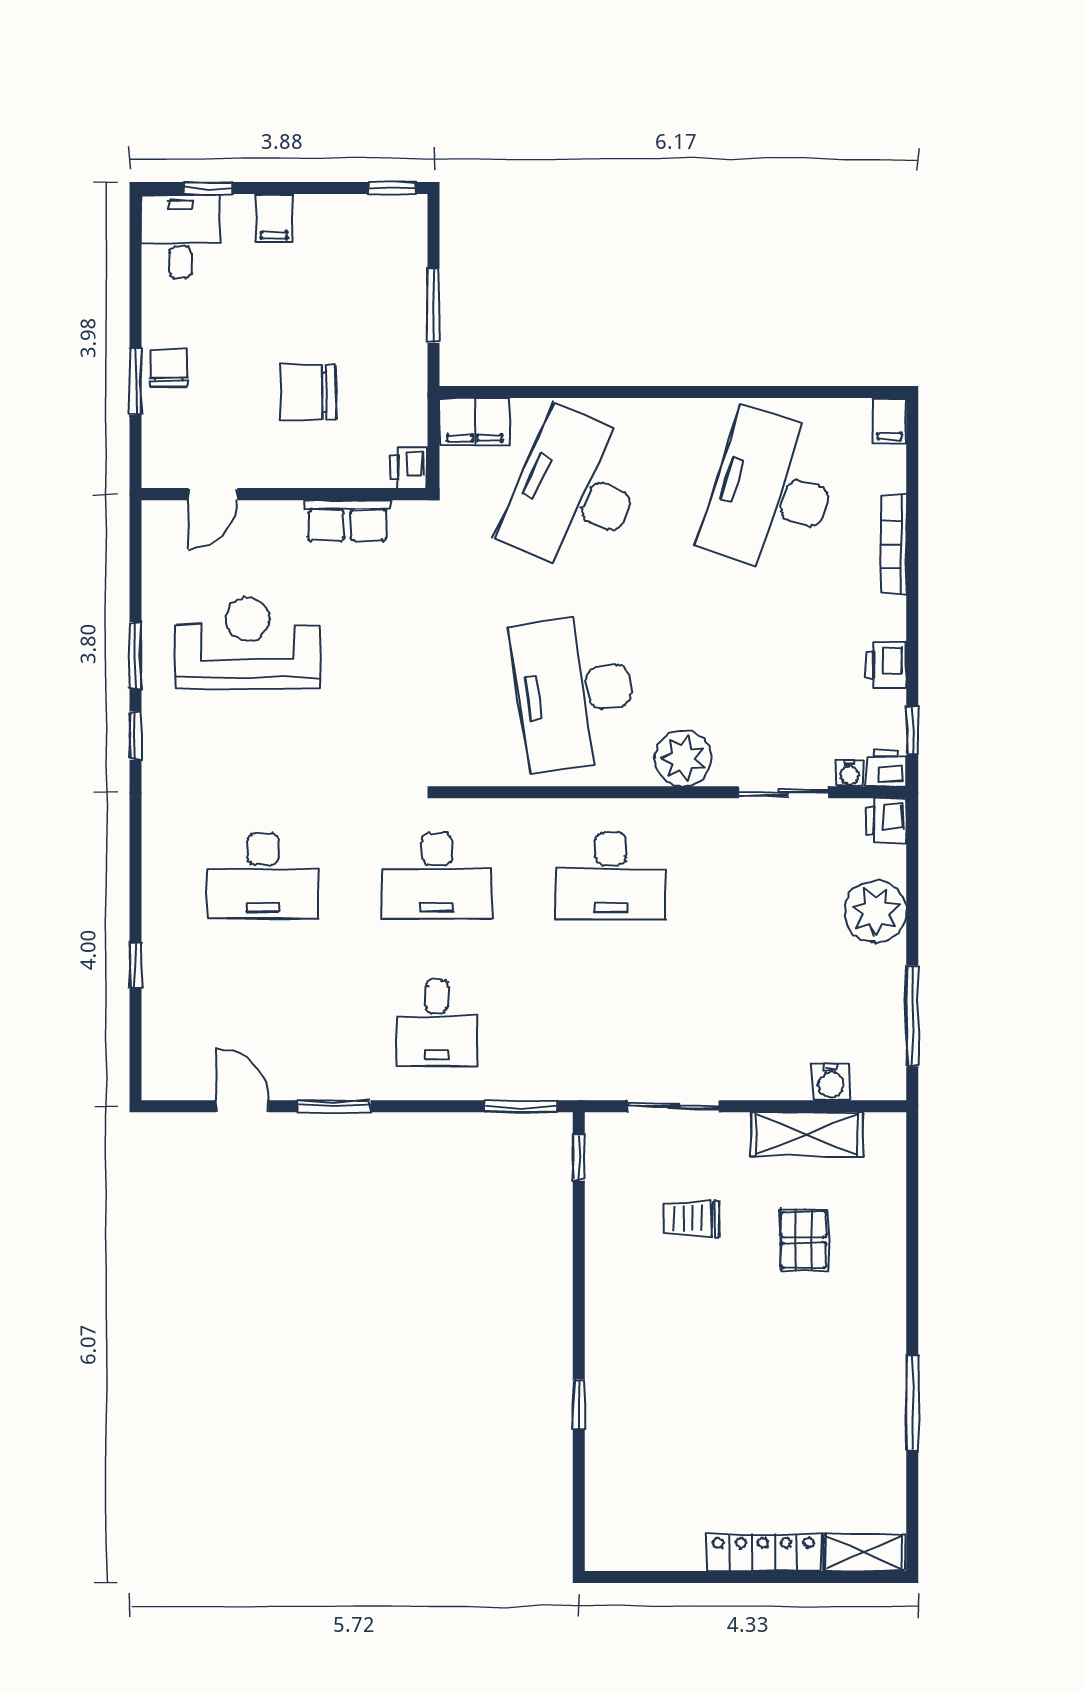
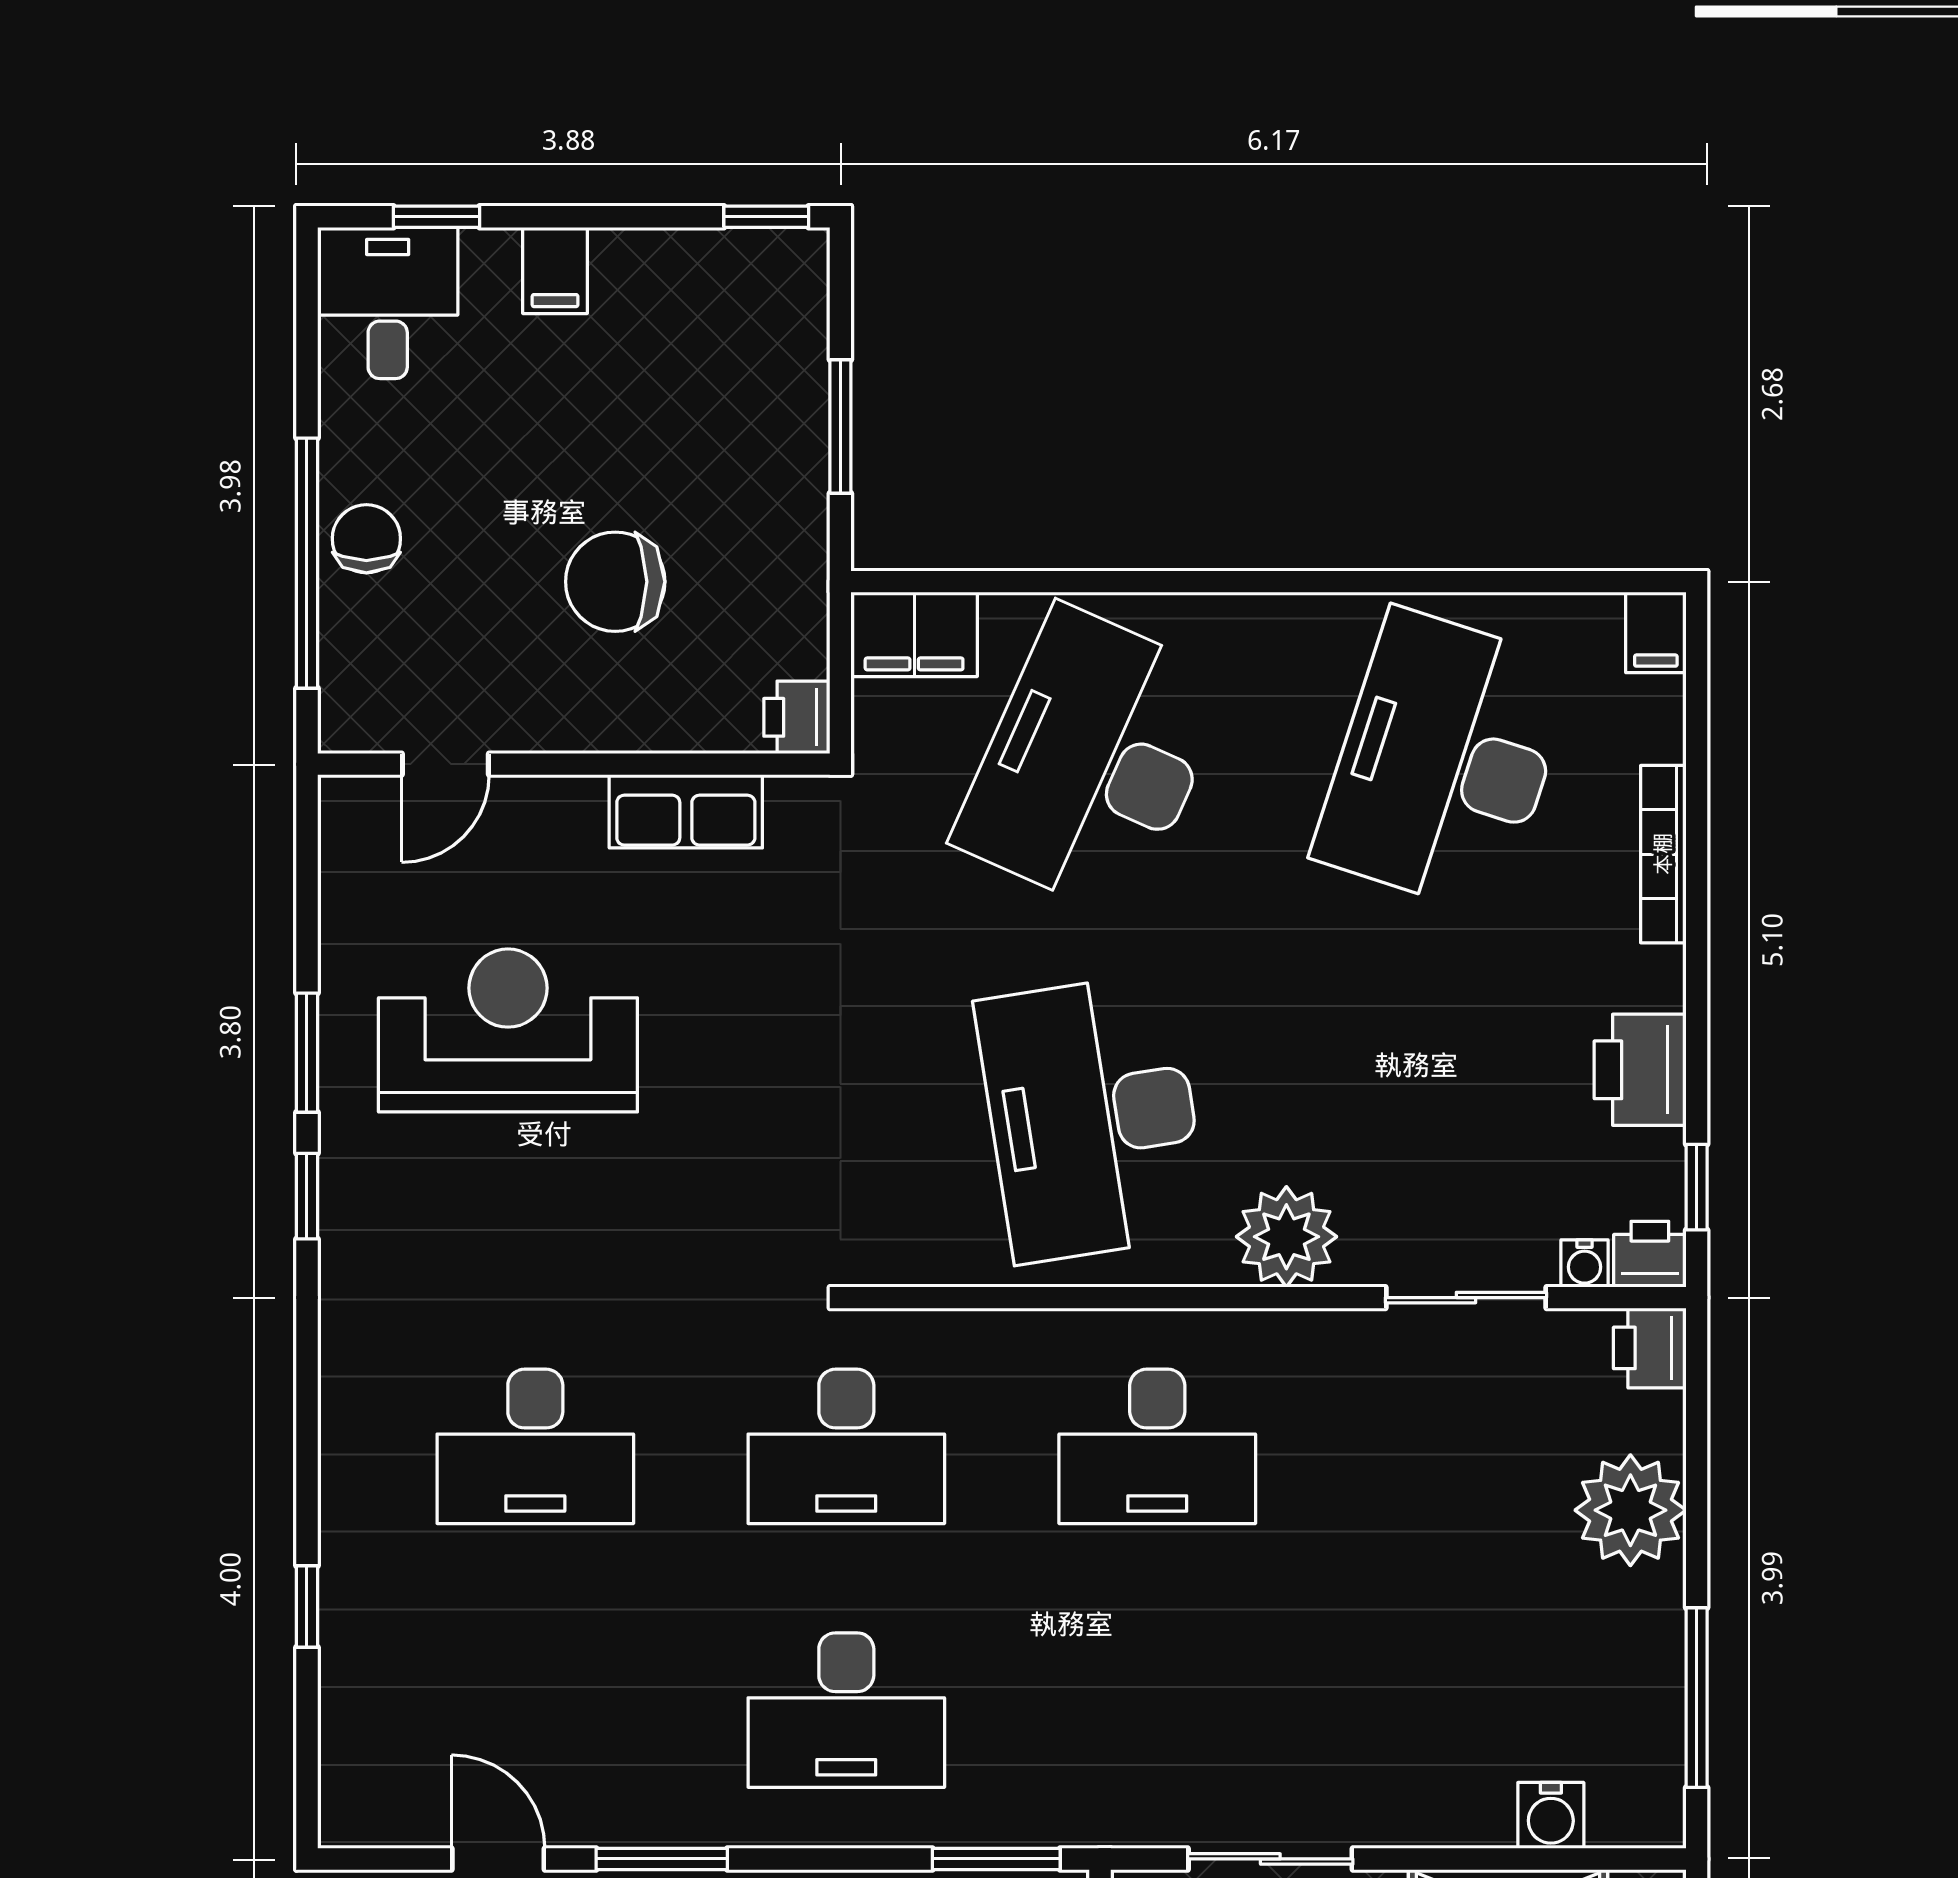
window: (135, 382) -> (307, 563), width x2.11
printer: (886, 665) -> (1640, 1070), width x1.36, depth x1.24
desk: (437, 1023) -> (846, 1710), width x1.37

